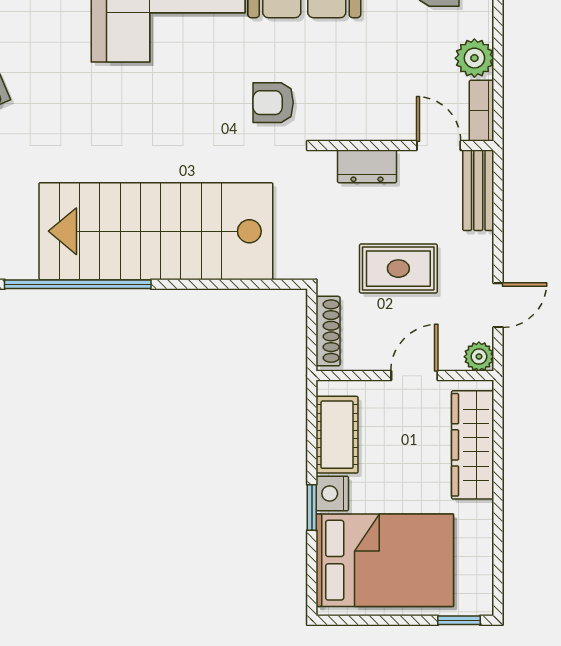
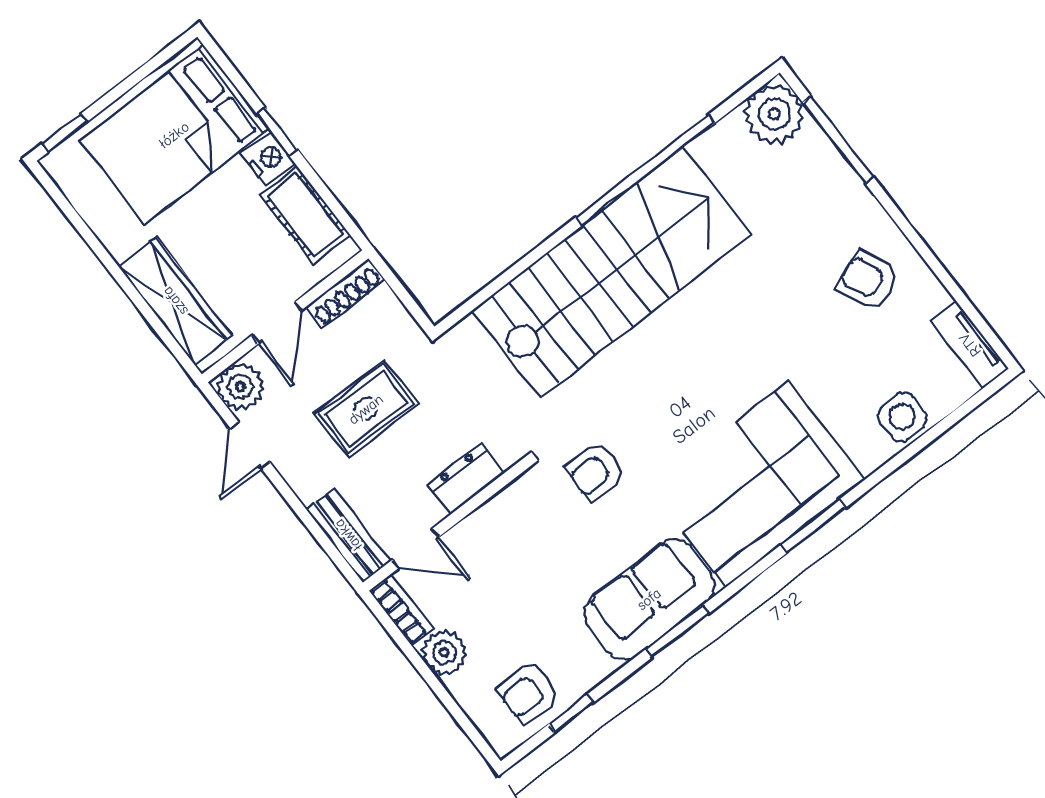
armchair: (273, 103) -> (595, 471), turned 180
shoe rack: (328, 331) -> (345, 293), moved, turned -90
plant: (479, 357) -> (240, 387), width x1.38, depth x1.38

